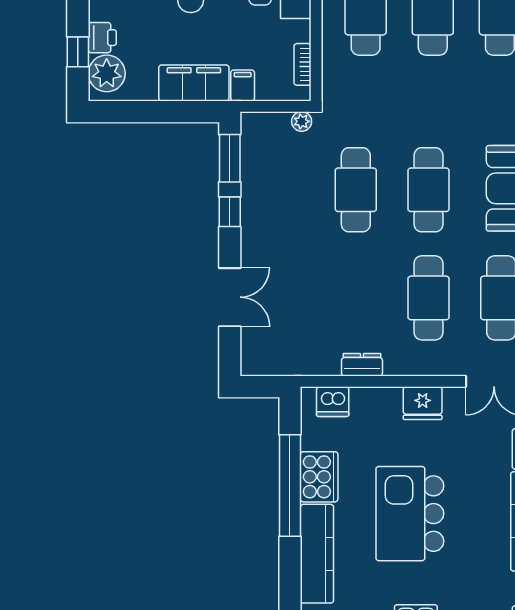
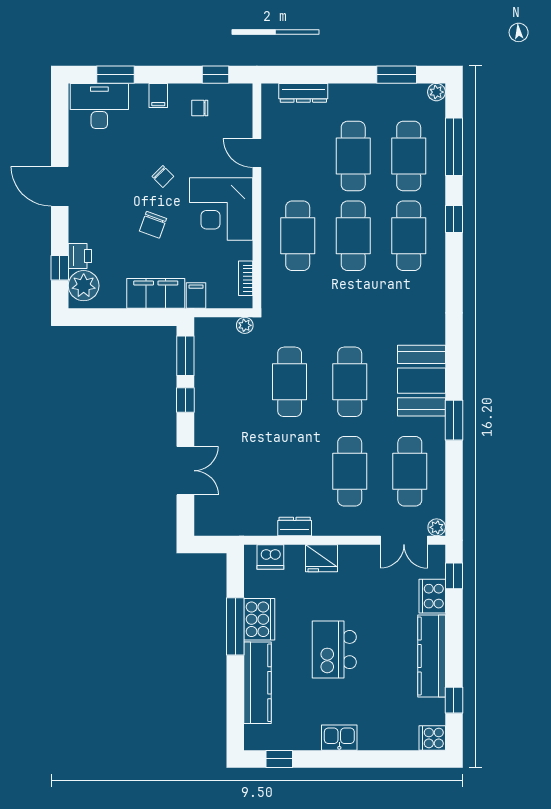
fridge: (423, 403) -> (322, 558), moved
window: (290, 485) -> (235, 626), width x0.68
kitchen island: (410, 514) -> (334, 650), width x0.73, depth x0.78

